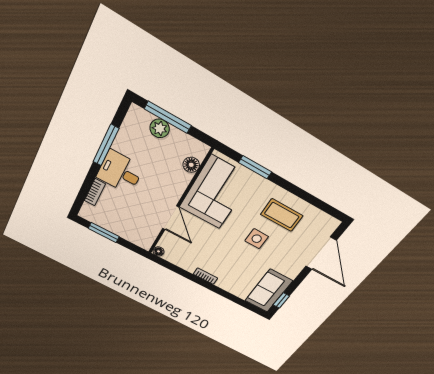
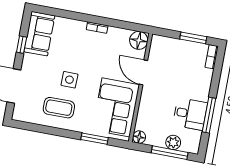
floor lamp: (191, 165) -> (139, 137), moved
desk: (120, 172) -> (190, 114), moved
bookcase: (95, 192) -> (212, 57), moved
floor lamp: (159, 251) -> (139, 40), width x1.89, depth x1.89
window: (281, 300) -> (22, 45), moved

